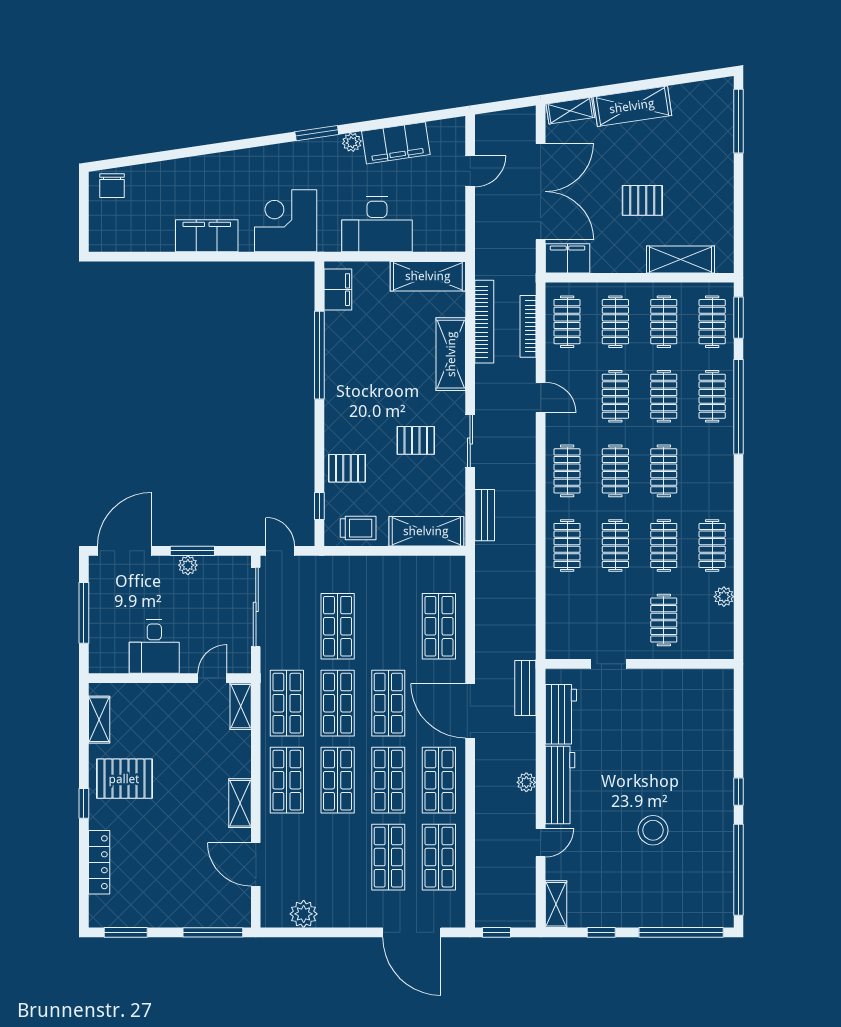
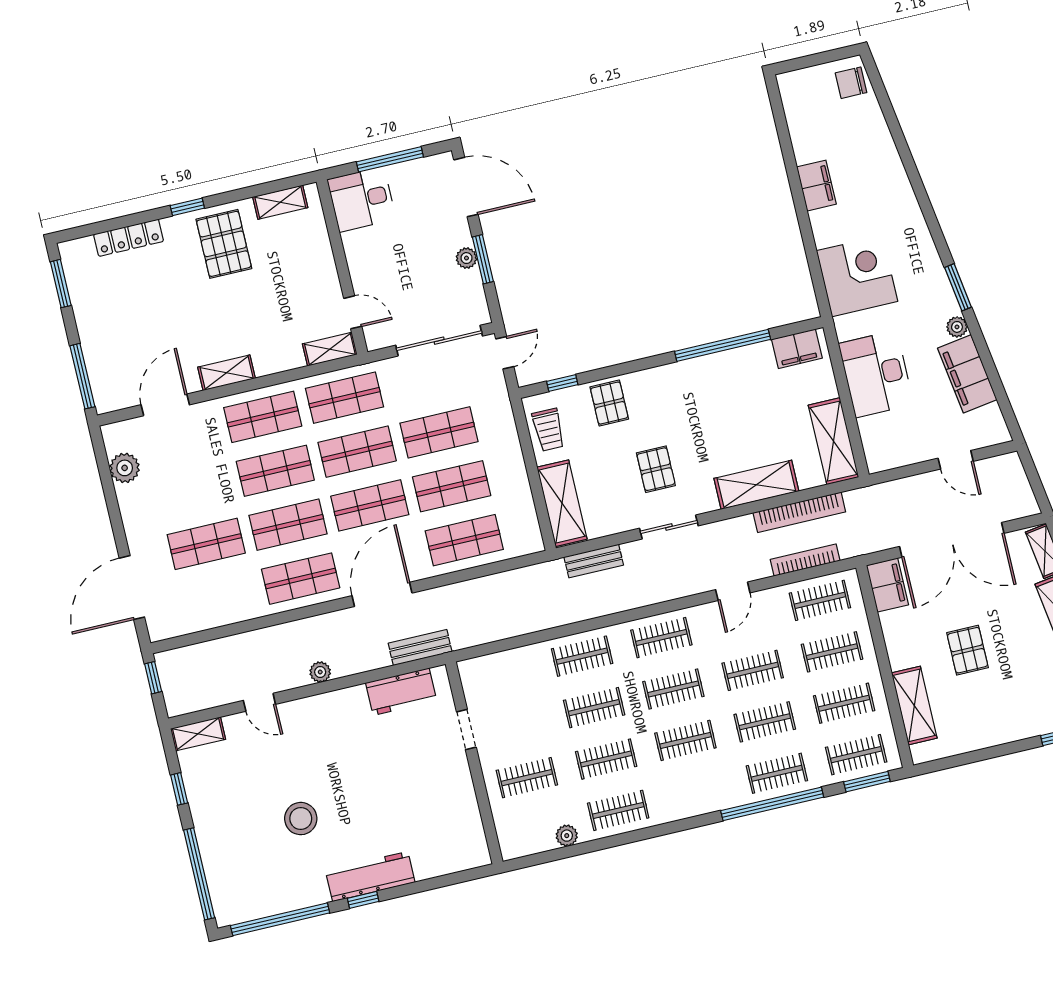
filing cabinet: (207, 236) -> (816, 186), width x0.67, depth x0.86
desk: (154, 646) -> (362, 199), moved
workbench: (560, 785) -> (370, 877), moved, turned 180
shop shelf: (439, 857) -> (452, 486), moved

